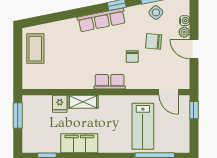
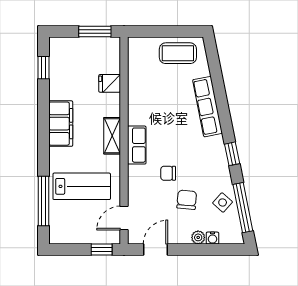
row of seats: (102, 20) -> (208, 107), moved
door: (194, 49) -> (155, 250), moved
shelving: (83, 102) -> (112, 136), moved
lab bench: (143, 126) -> (82, 186), turned 180
filing cabinet: (79, 143) -> (61, 124), moved

